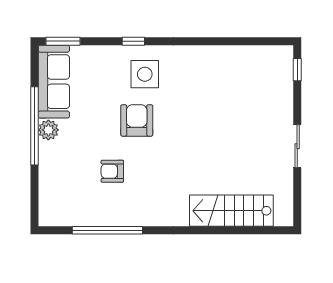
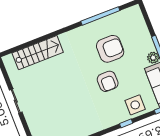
side table: (145, 74) -> (135, 105), moved
armchair: (112, 171) -> (110, 49), width x1.88, depth x1.88

